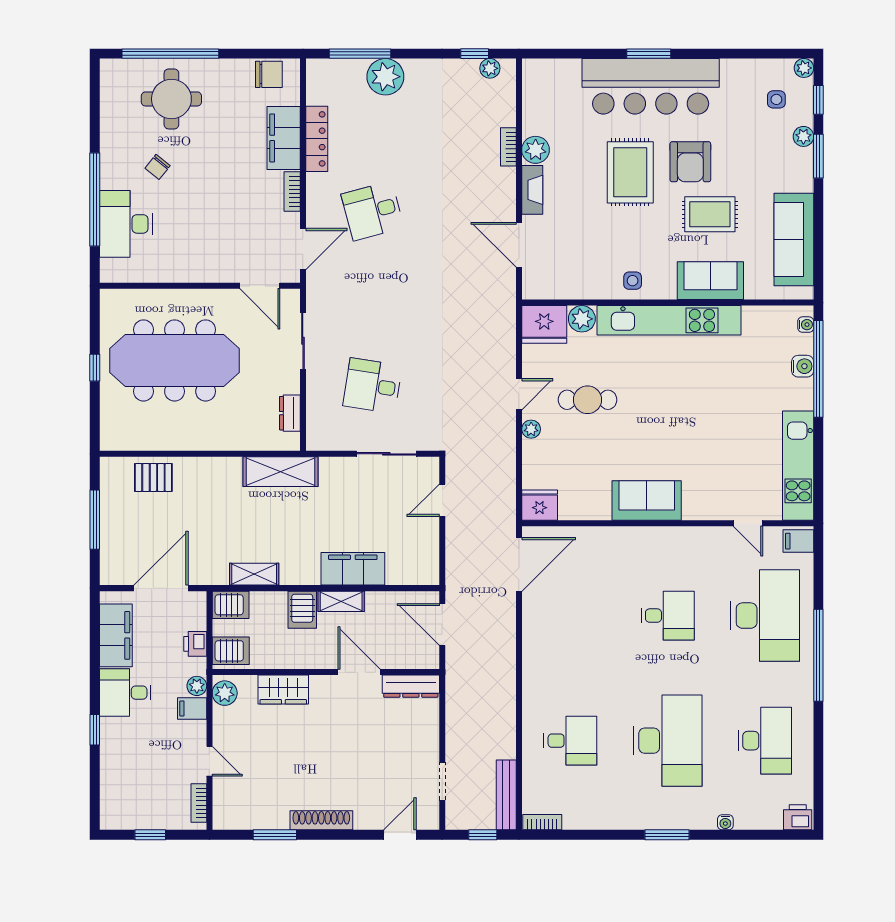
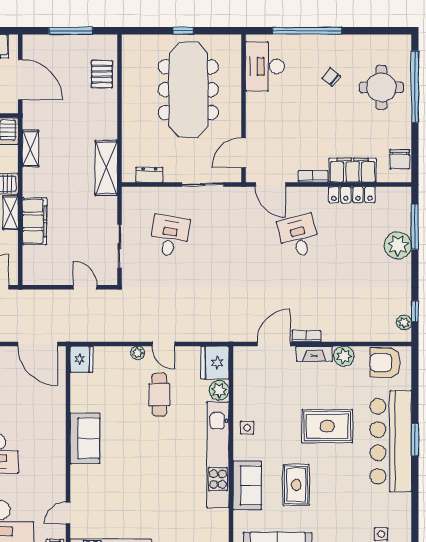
bookcase: (508, 147) -> (306, 336), moved
armchair: (690, 162) -> (385, 363), moved
desk: (126, 224) -> (265, 66), moved, turned -90

